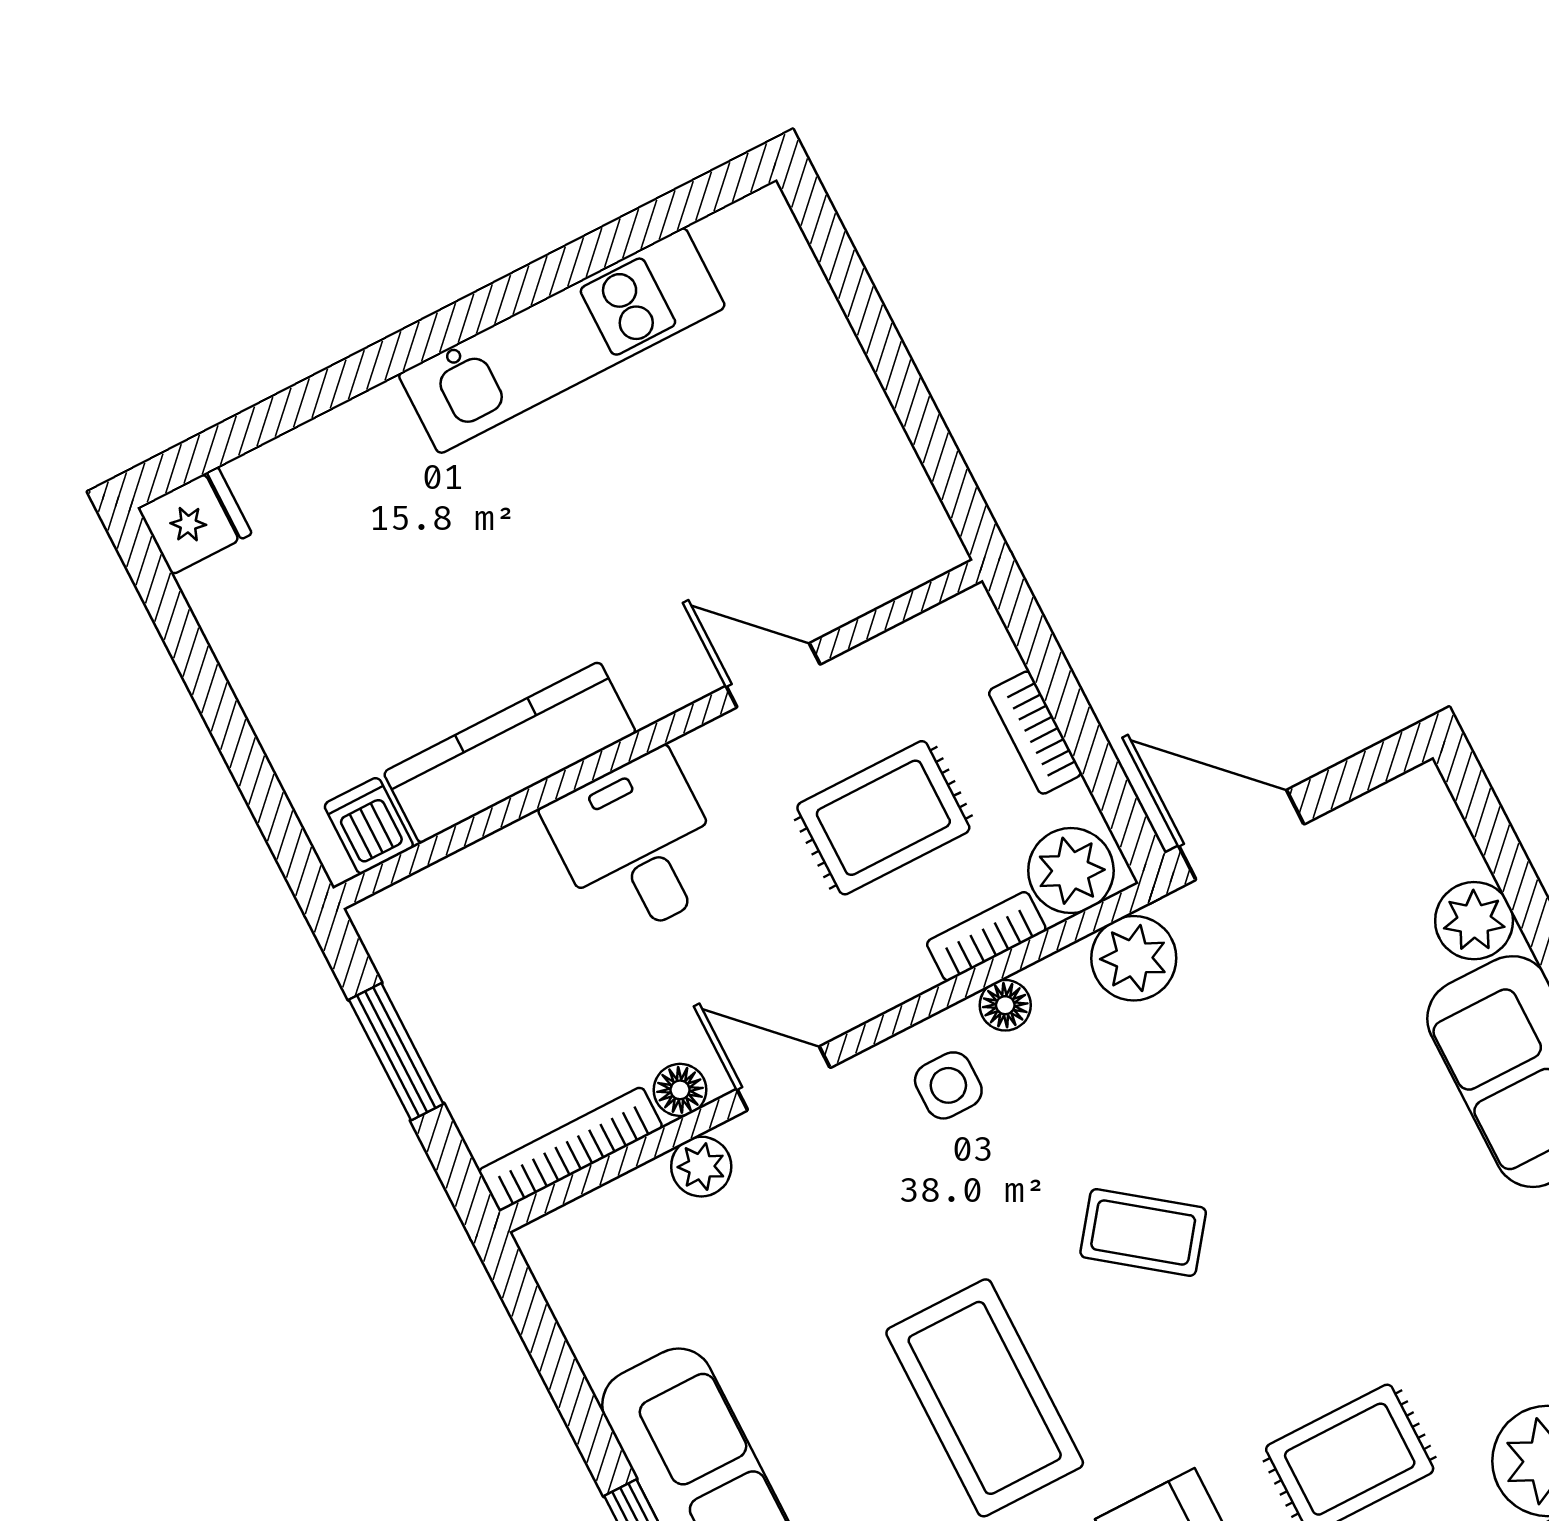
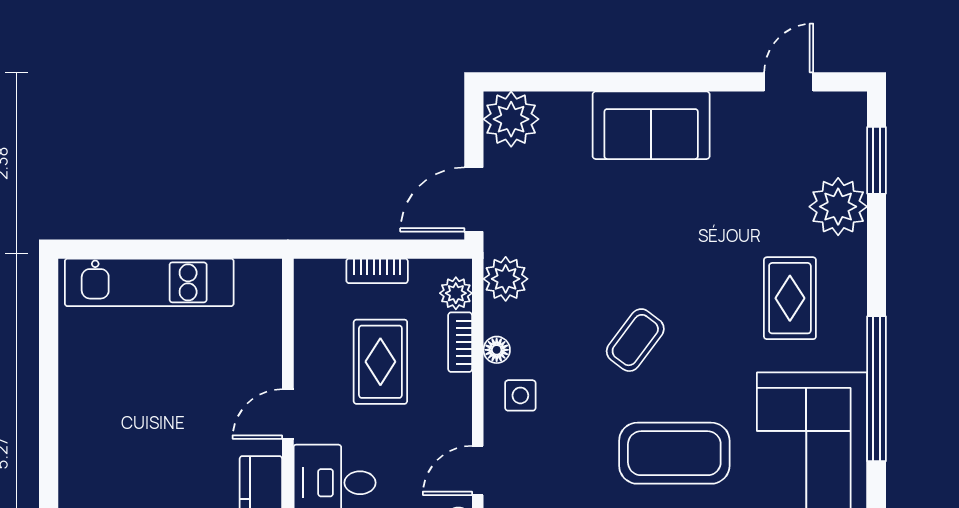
kitchen unit: (562, 341) -> (149, 282), moved, turned 90
door: (773, 675) -> (288, 414), moved
plant: (1071, 871) -> (456, 293), width x0.73, depth x0.73
plant: (1474, 921) -> (511, 119), moved, width x1.36, depth x1.36

